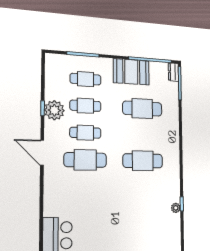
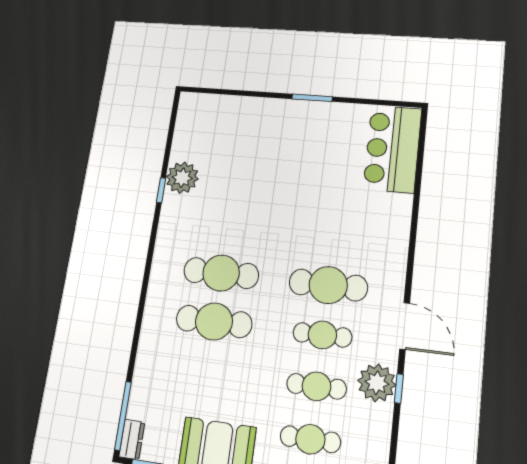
cafe table: (142, 109) -> (214, 321), moved
door: (42, 153) -> (405, 326), moved
plant: (176, 208) -> (182, 178), width x1.88, depth x1.88

